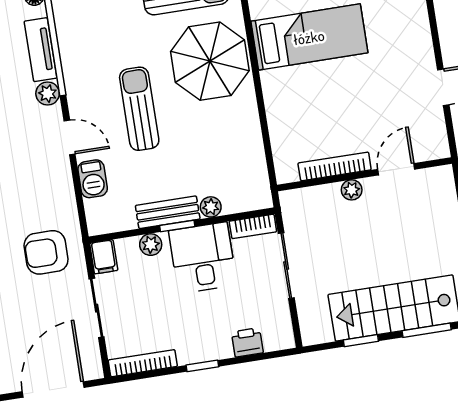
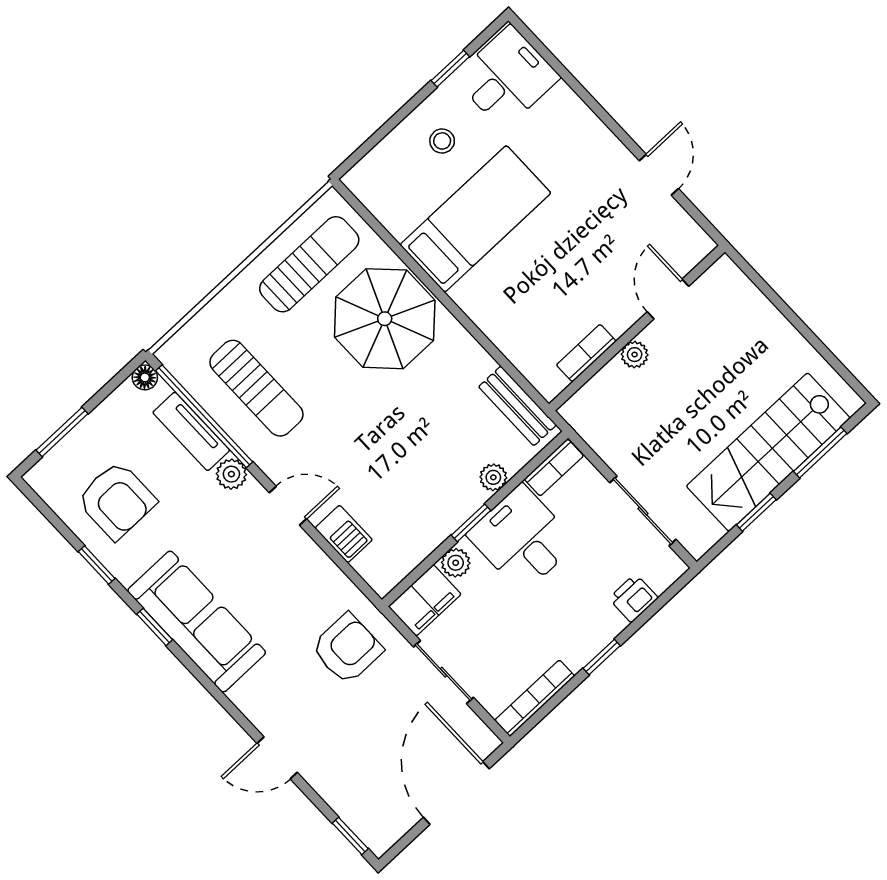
sun lounger: (139, 109) -> (256, 388), moved, turned 180
bookcase: (335, 166) -> (586, 353), width x0.64
bench: (168, 212) -> (517, 406), moved, turned 90
armchair: (46, 252) -> (347, 649), turned 180
filing cabinet: (104, 257) -> (425, 600), width x2.00
sliding door: (286, 265) -> (643, 511), moved

